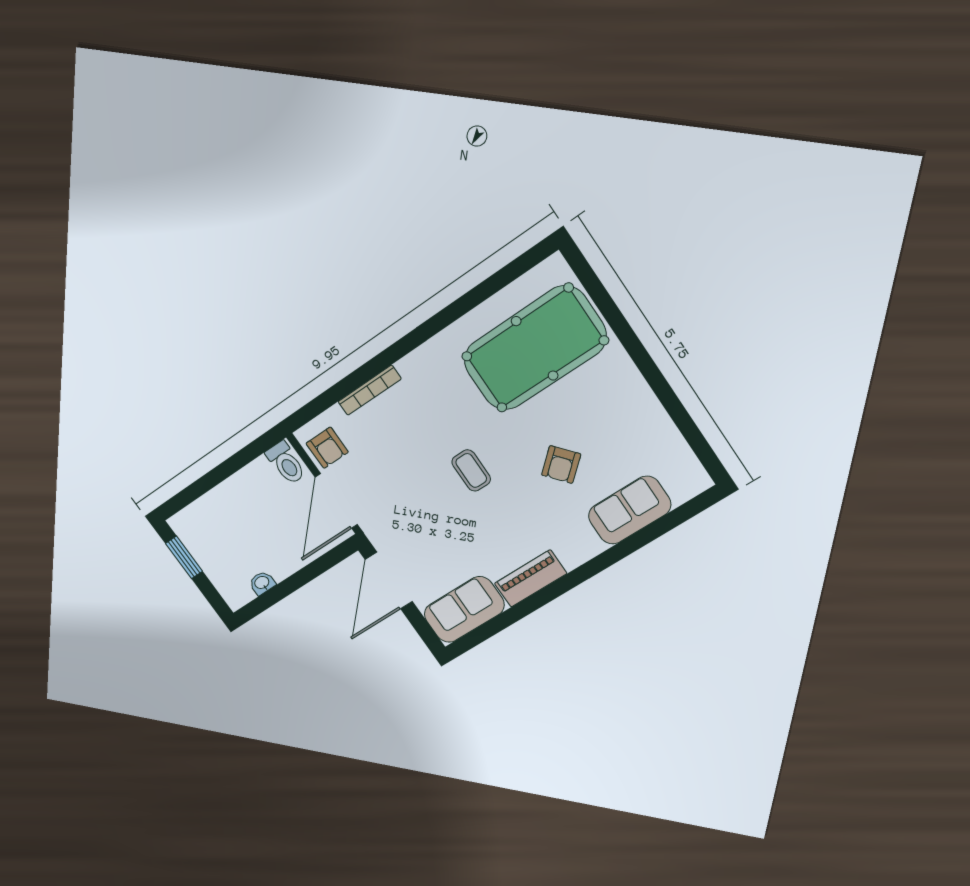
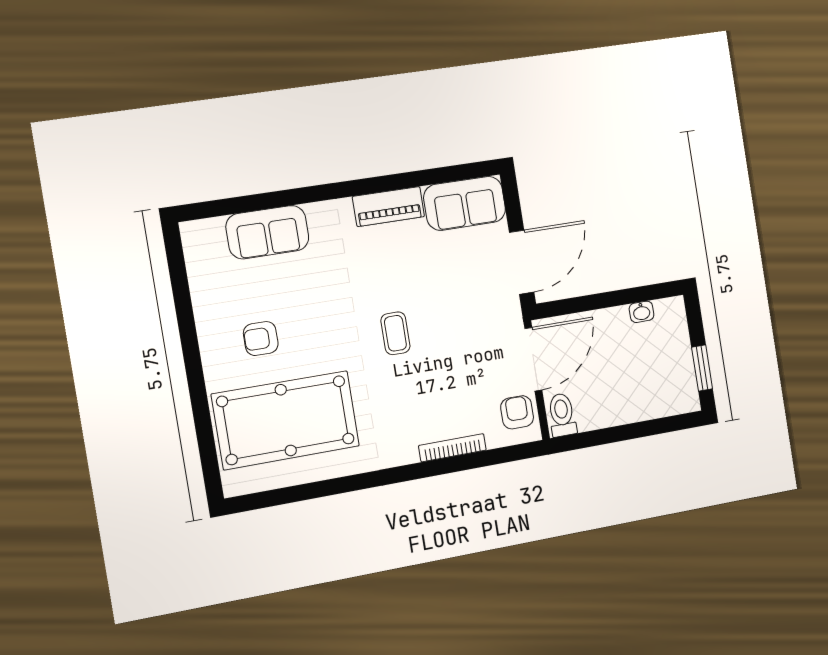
armchair: (561, 465) -> (261, 339), moved, turned -139

